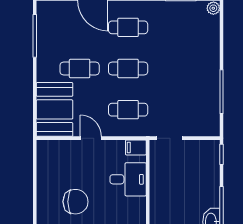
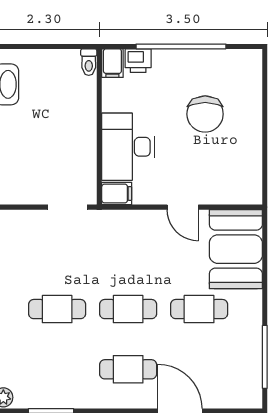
cafe table: (128, 110) -> (57, 309), moved
desk: (128, 179) -> (128, 147), width x1.37
chair: (75, 202) -> (205, 114), turned -90

